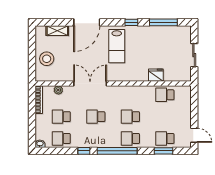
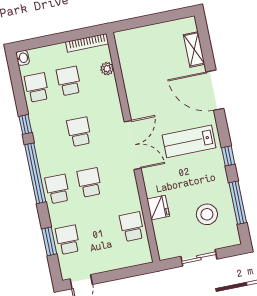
stool: (47, 59) -> (207, 214), moved
double door: (90, 83) -> (133, 145), moved

